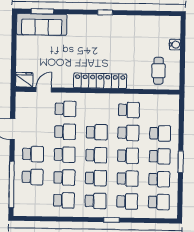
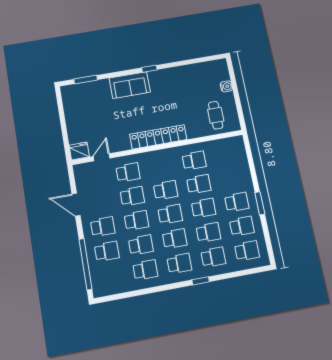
sofa: (42, 24) -> (130, 85), moved, width x0.73
school desk: (160, 133) -> (232, 178), removed

